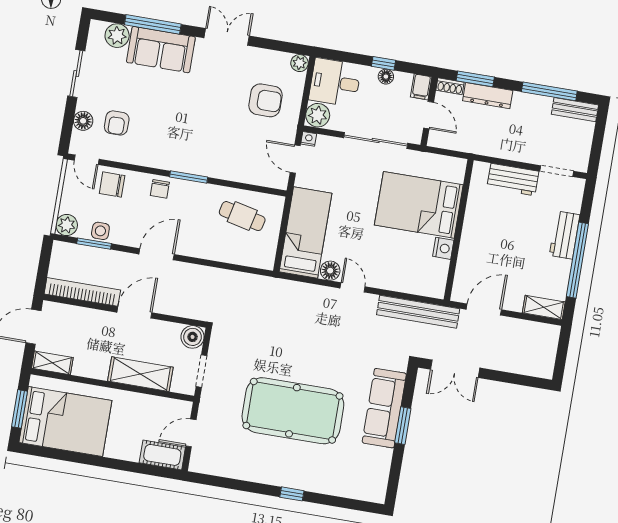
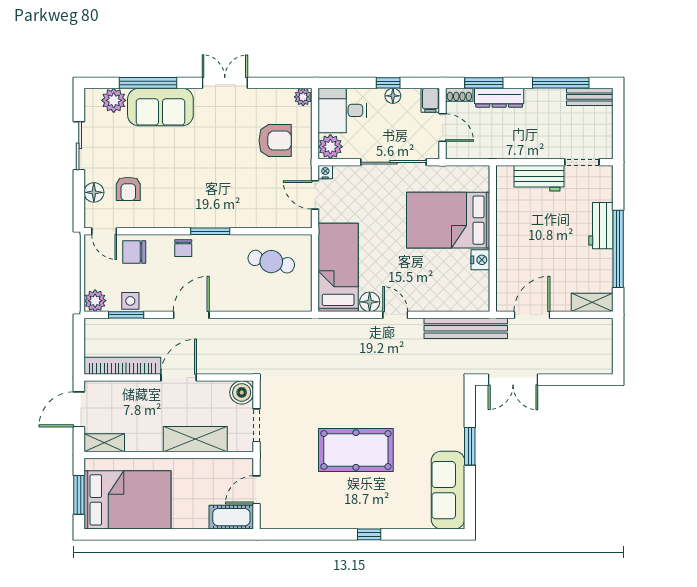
sofa: (384, 408) -> (448, 490), moved
pool table: (293, 411) -> (356, 450), width x0.73, depth x0.76

